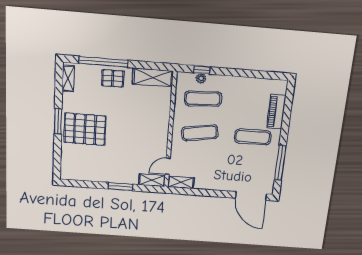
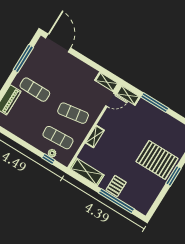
shelving: (68, 78) -> (95, 137), moved
pallet: (113, 78) -> (116, 186), turned 90
window: (120, 187) -> (155, 103), width x1.44

